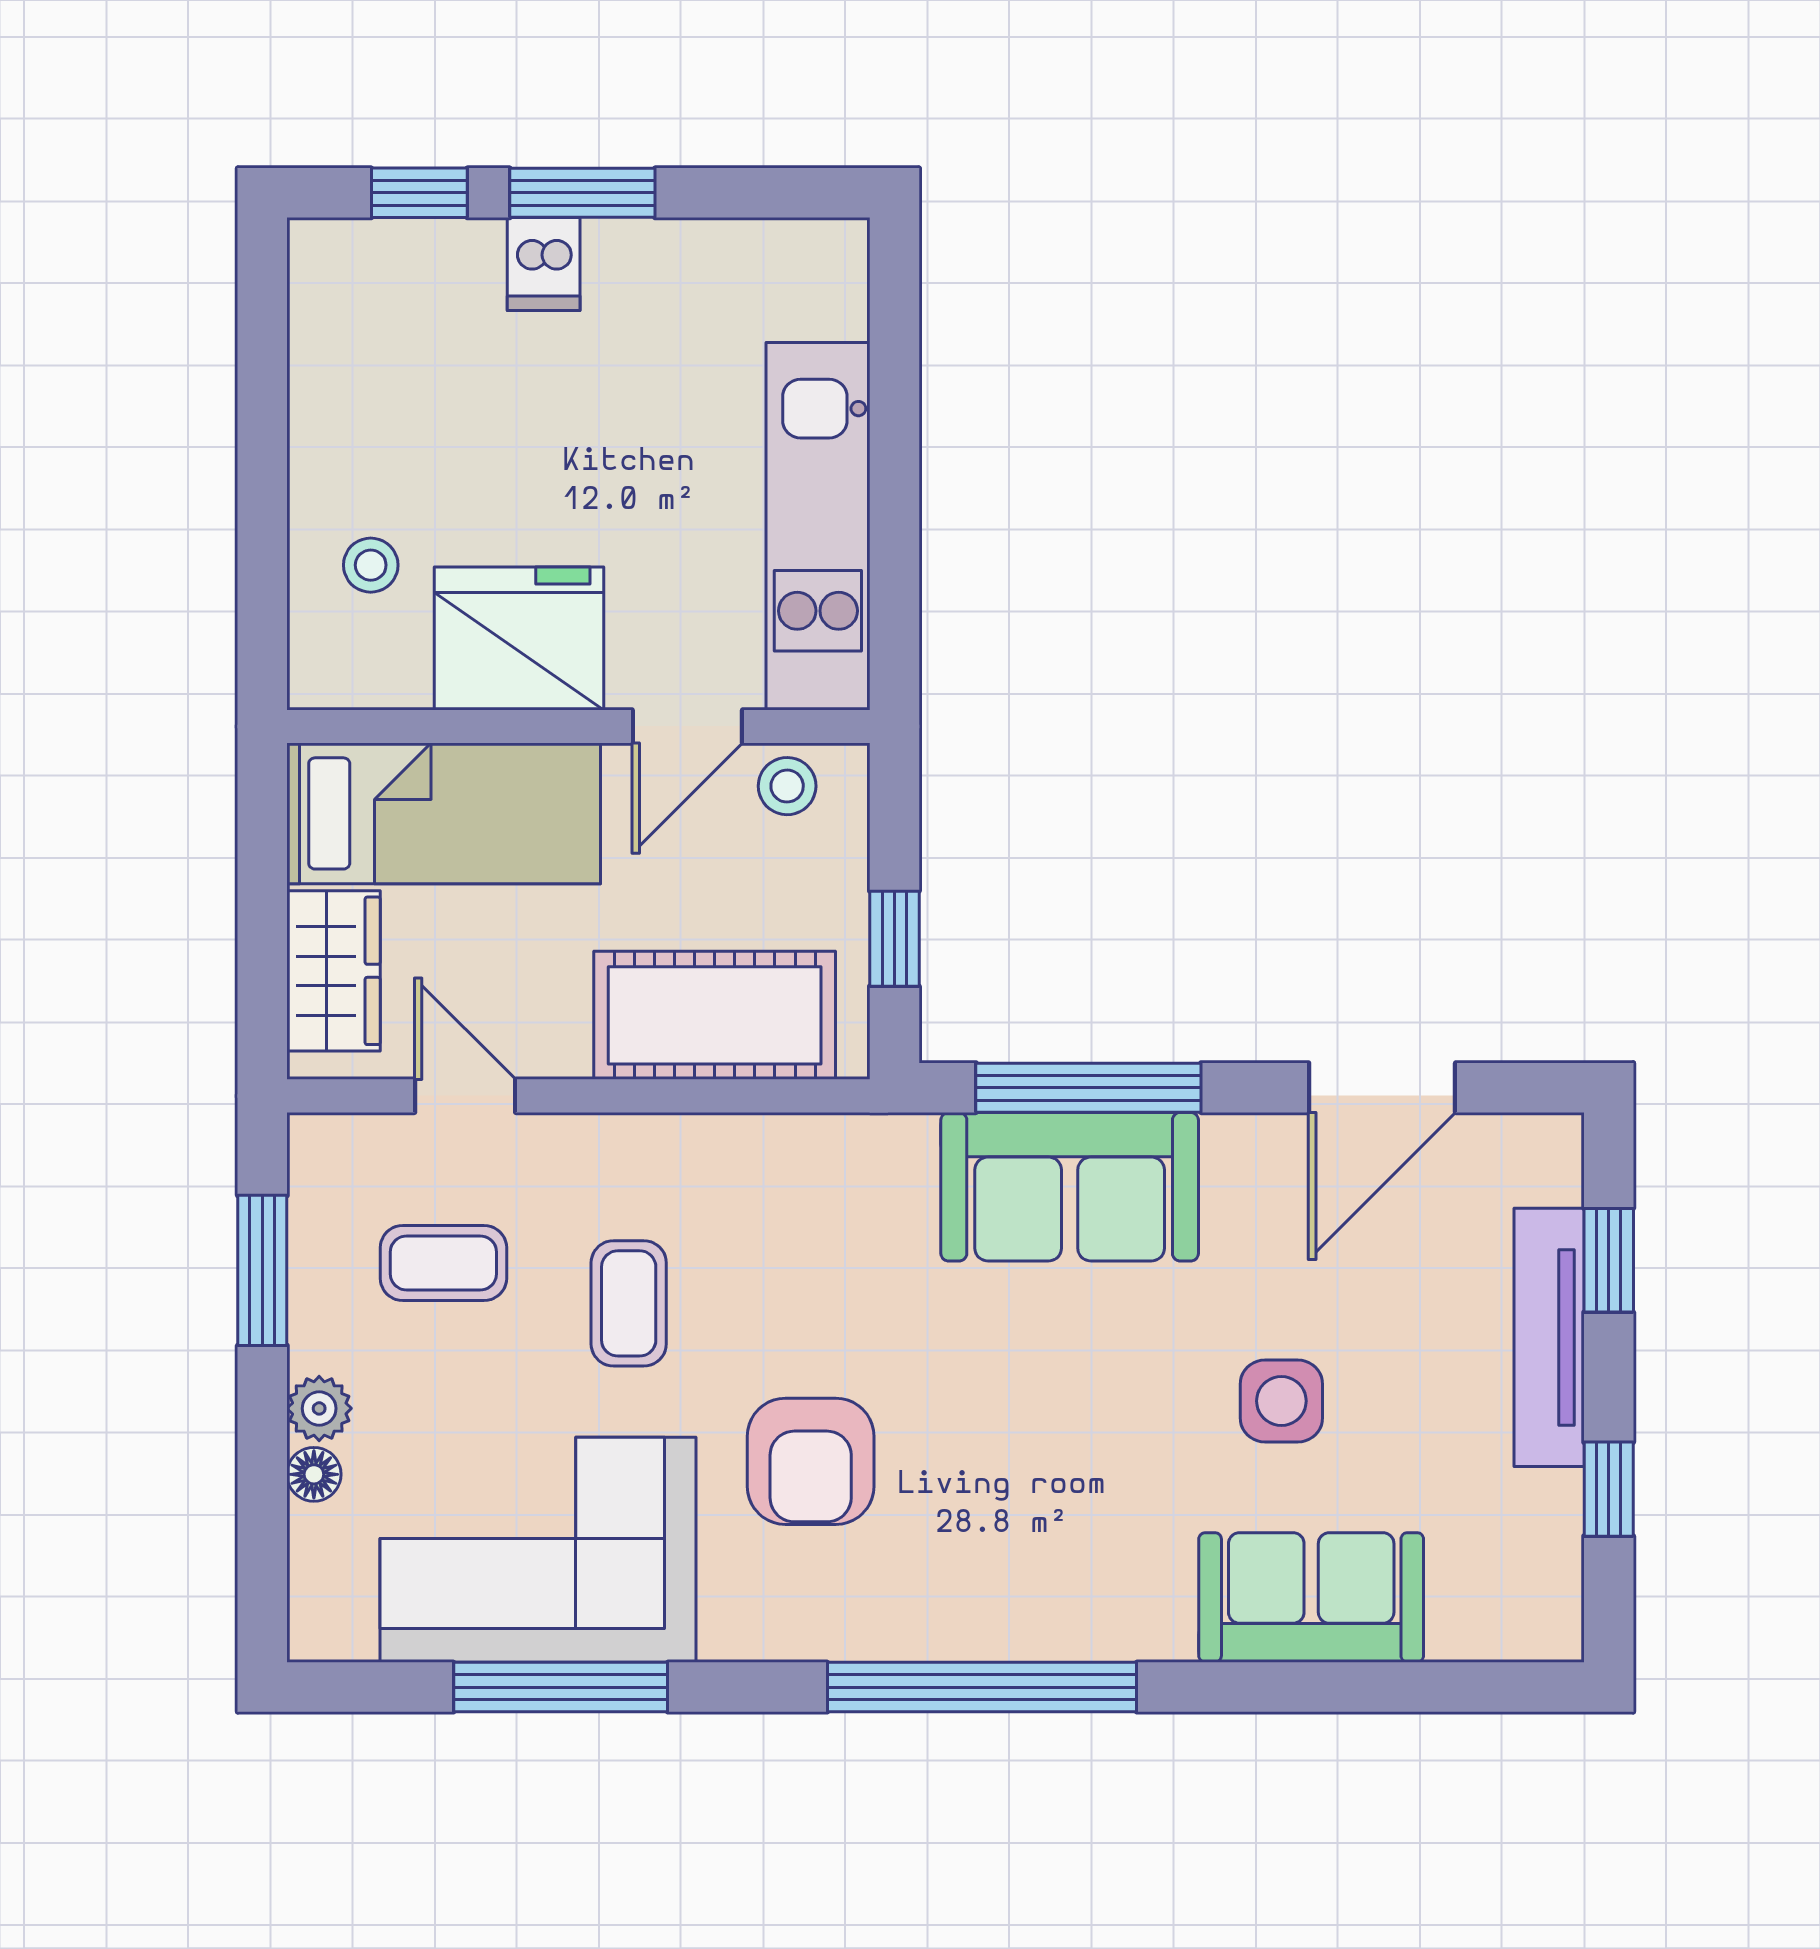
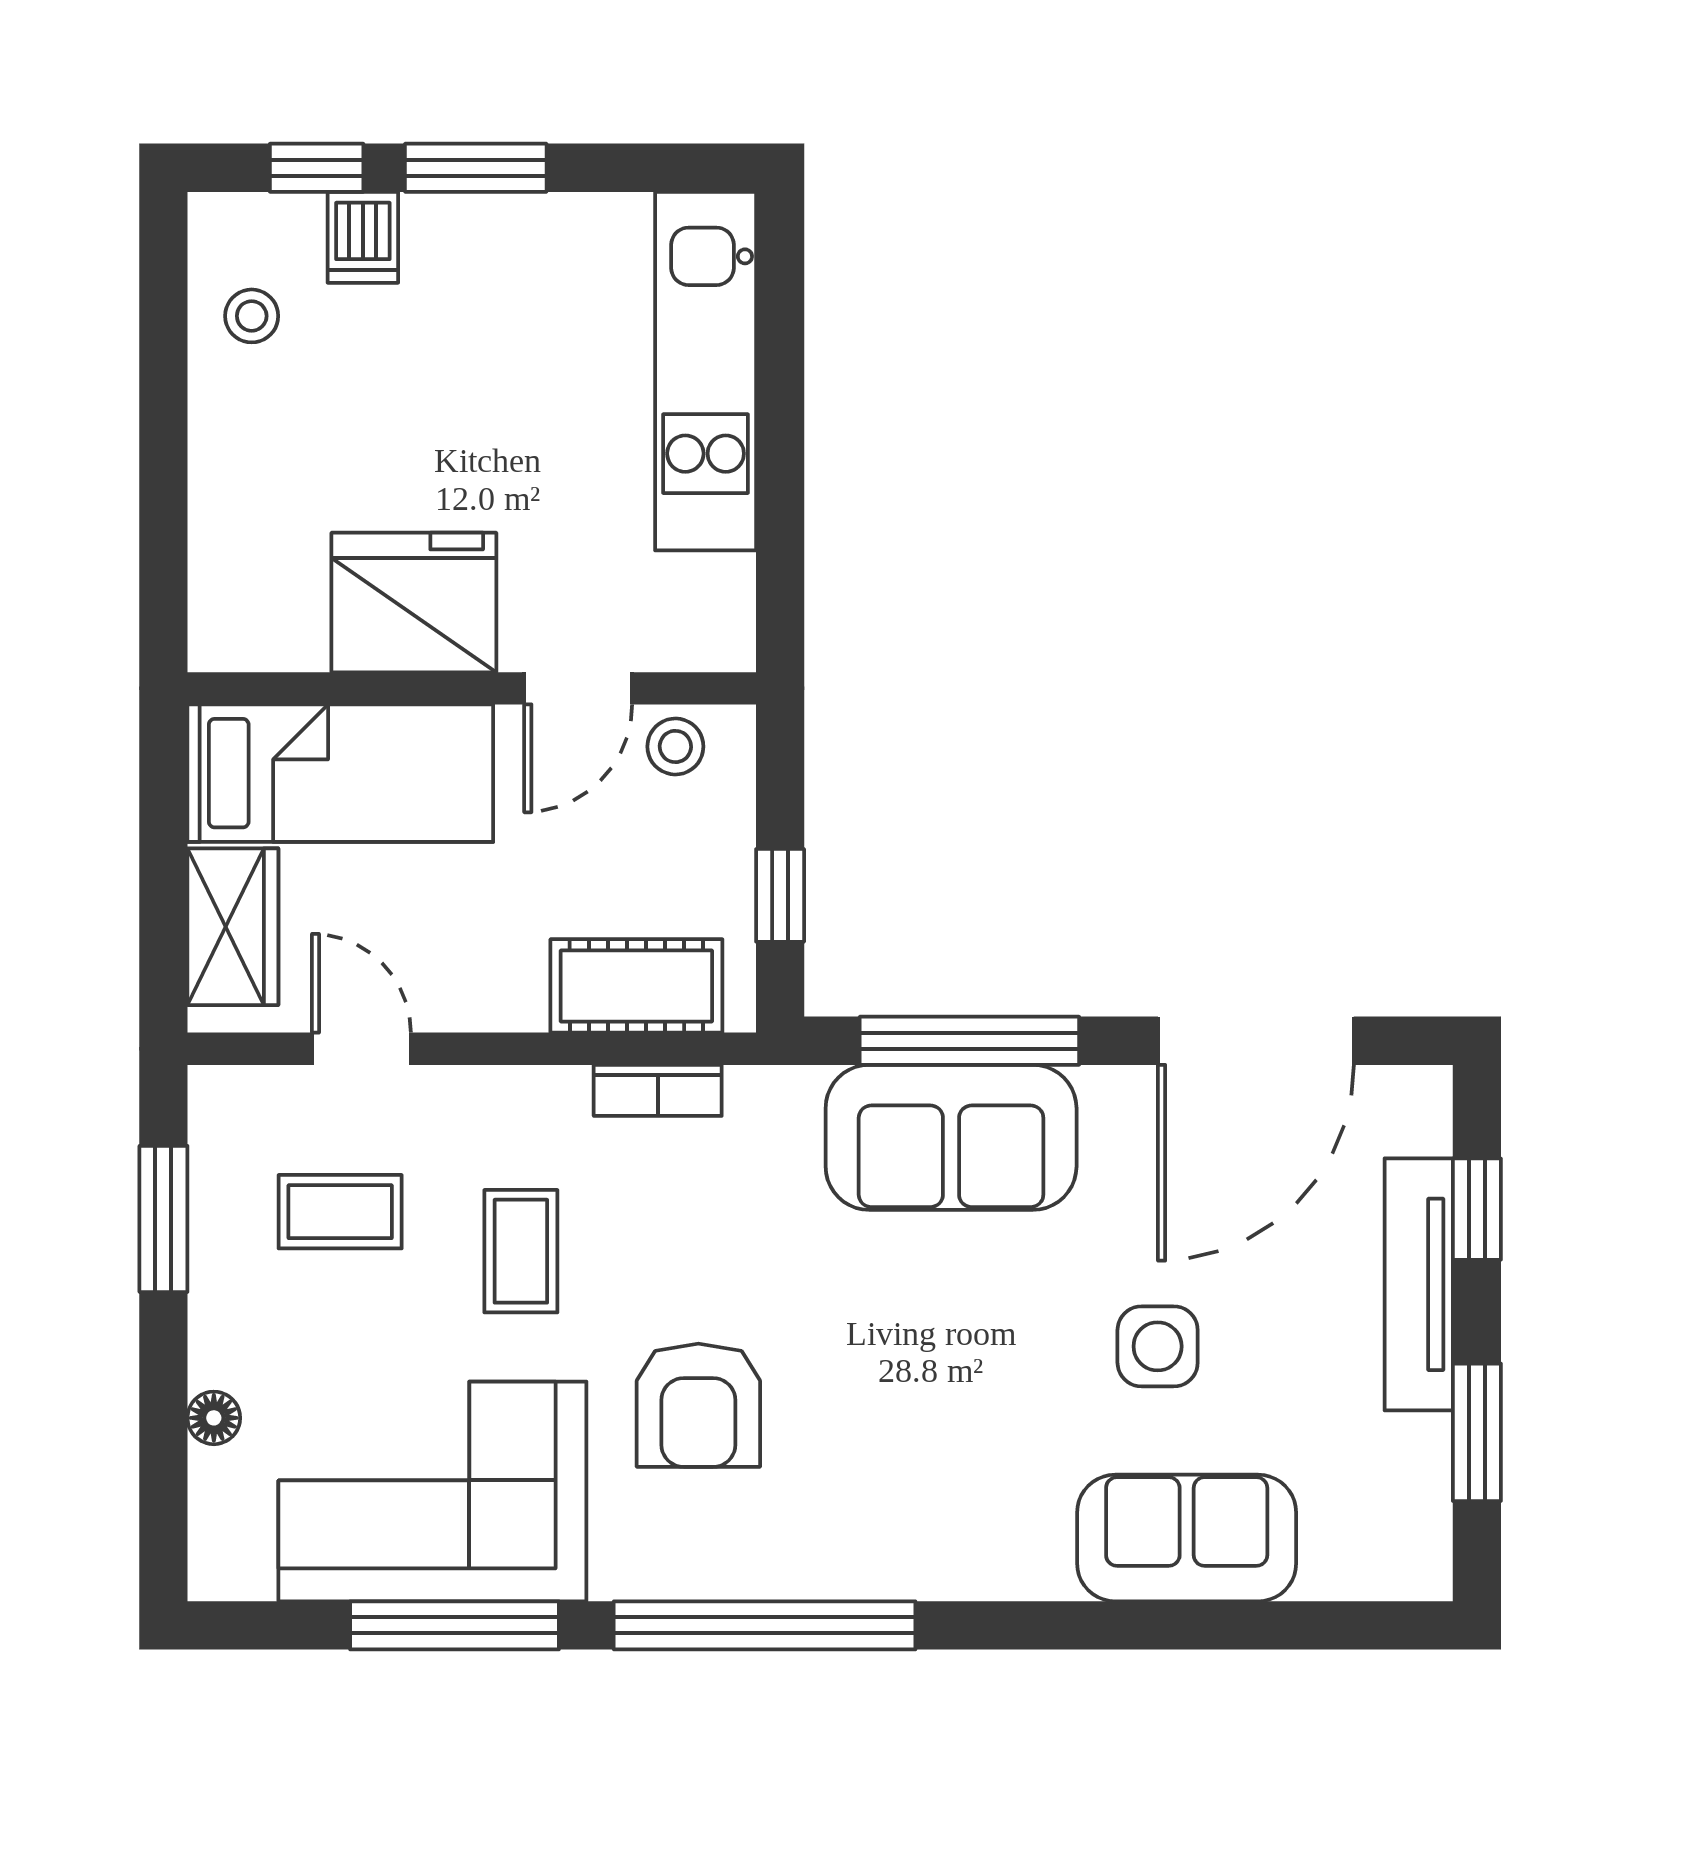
dishwasher: (544, 264) -> (363, 237), moved
kitchen unit: (818, 526) -> (706, 371), moved
stool: (371, 565) -> (252, 316), moved
cot: (715, 1015) -> (636, 986), width x0.73, depth x0.75
door: (1382, 1088) -> (1256, 1041), width x1.36
bookcase: (769, 1139) -> (658, 1090), added
plant: (319, 1408) -> (219, 1354), removed
window: (1609, 1489) -> (1477, 1432), width x1.50
window: (982, 1687) -> (765, 1625), moved

